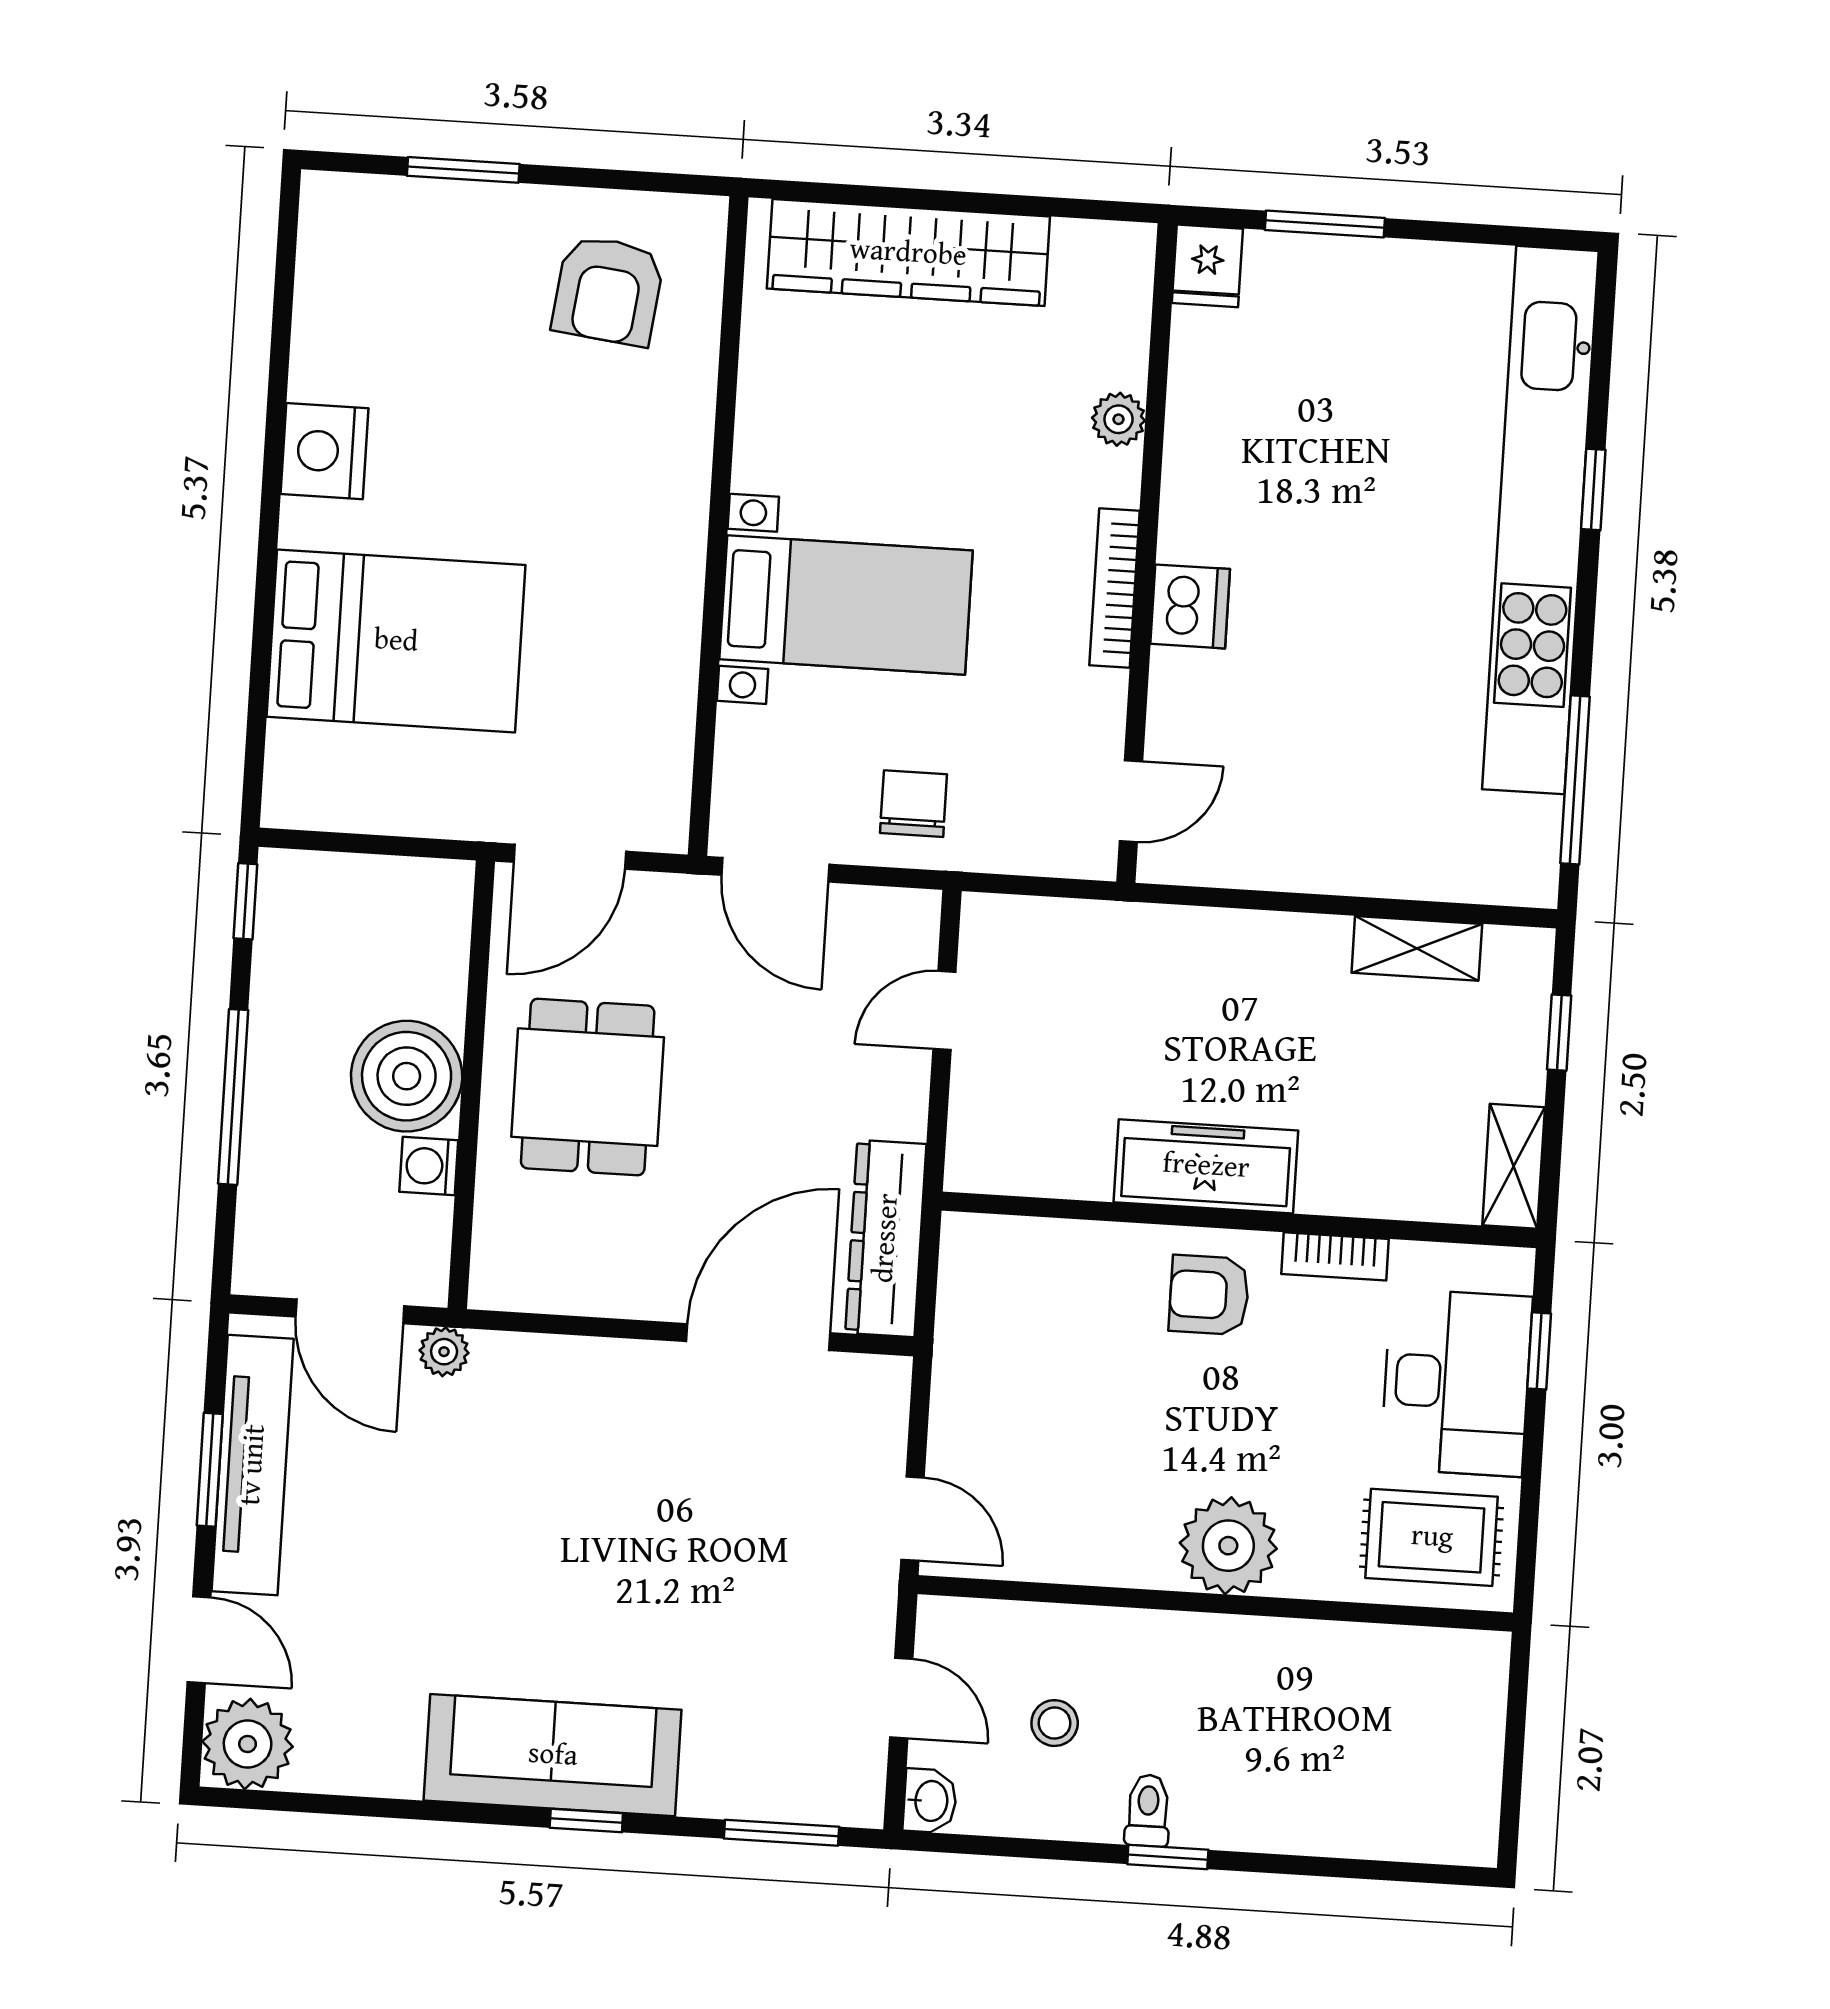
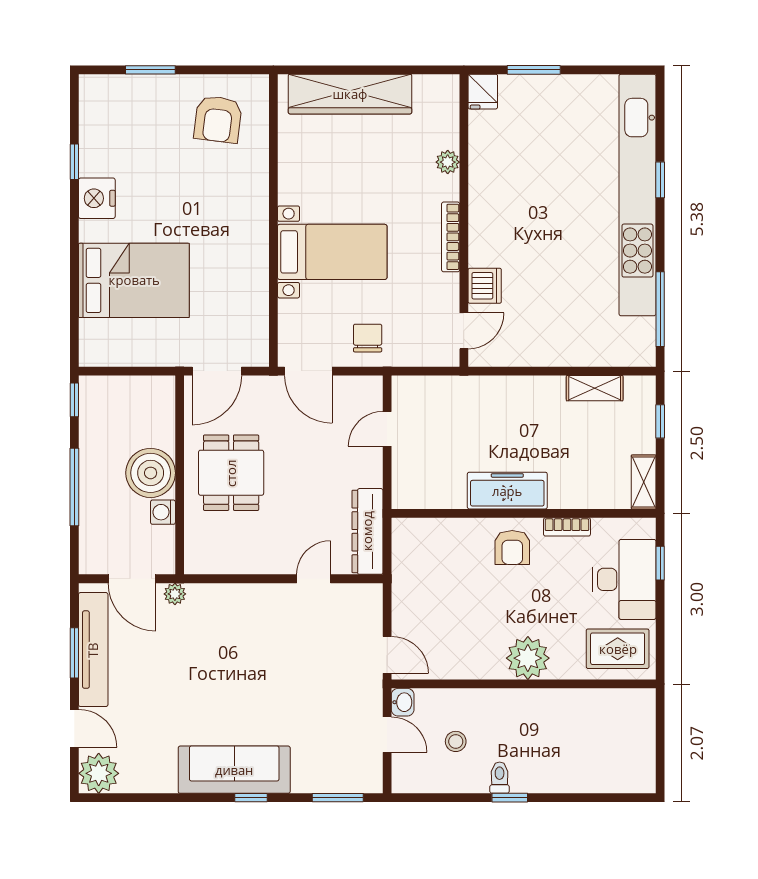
window: (279, 366) -> (74, 162), added
dishwasher: (1190, 606) -> (485, 286), moved
armchair: (1209, 1295) -> (512, 548), turned -90
door: (758, 1337) -> (314, 579), width x0.53
washbasin: (930, 1801) -> (403, 702), moved

